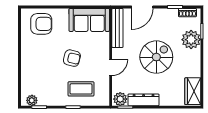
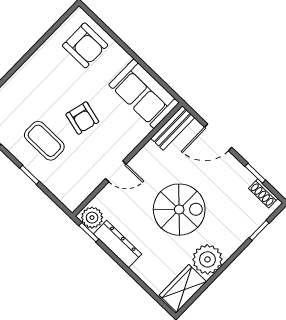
bench: (117, 28) -> (173, 128), width x0.73
plant: (191, 40) -> (207, 259), moved
coffee table: (81, 89) -> (44, 141), moved

